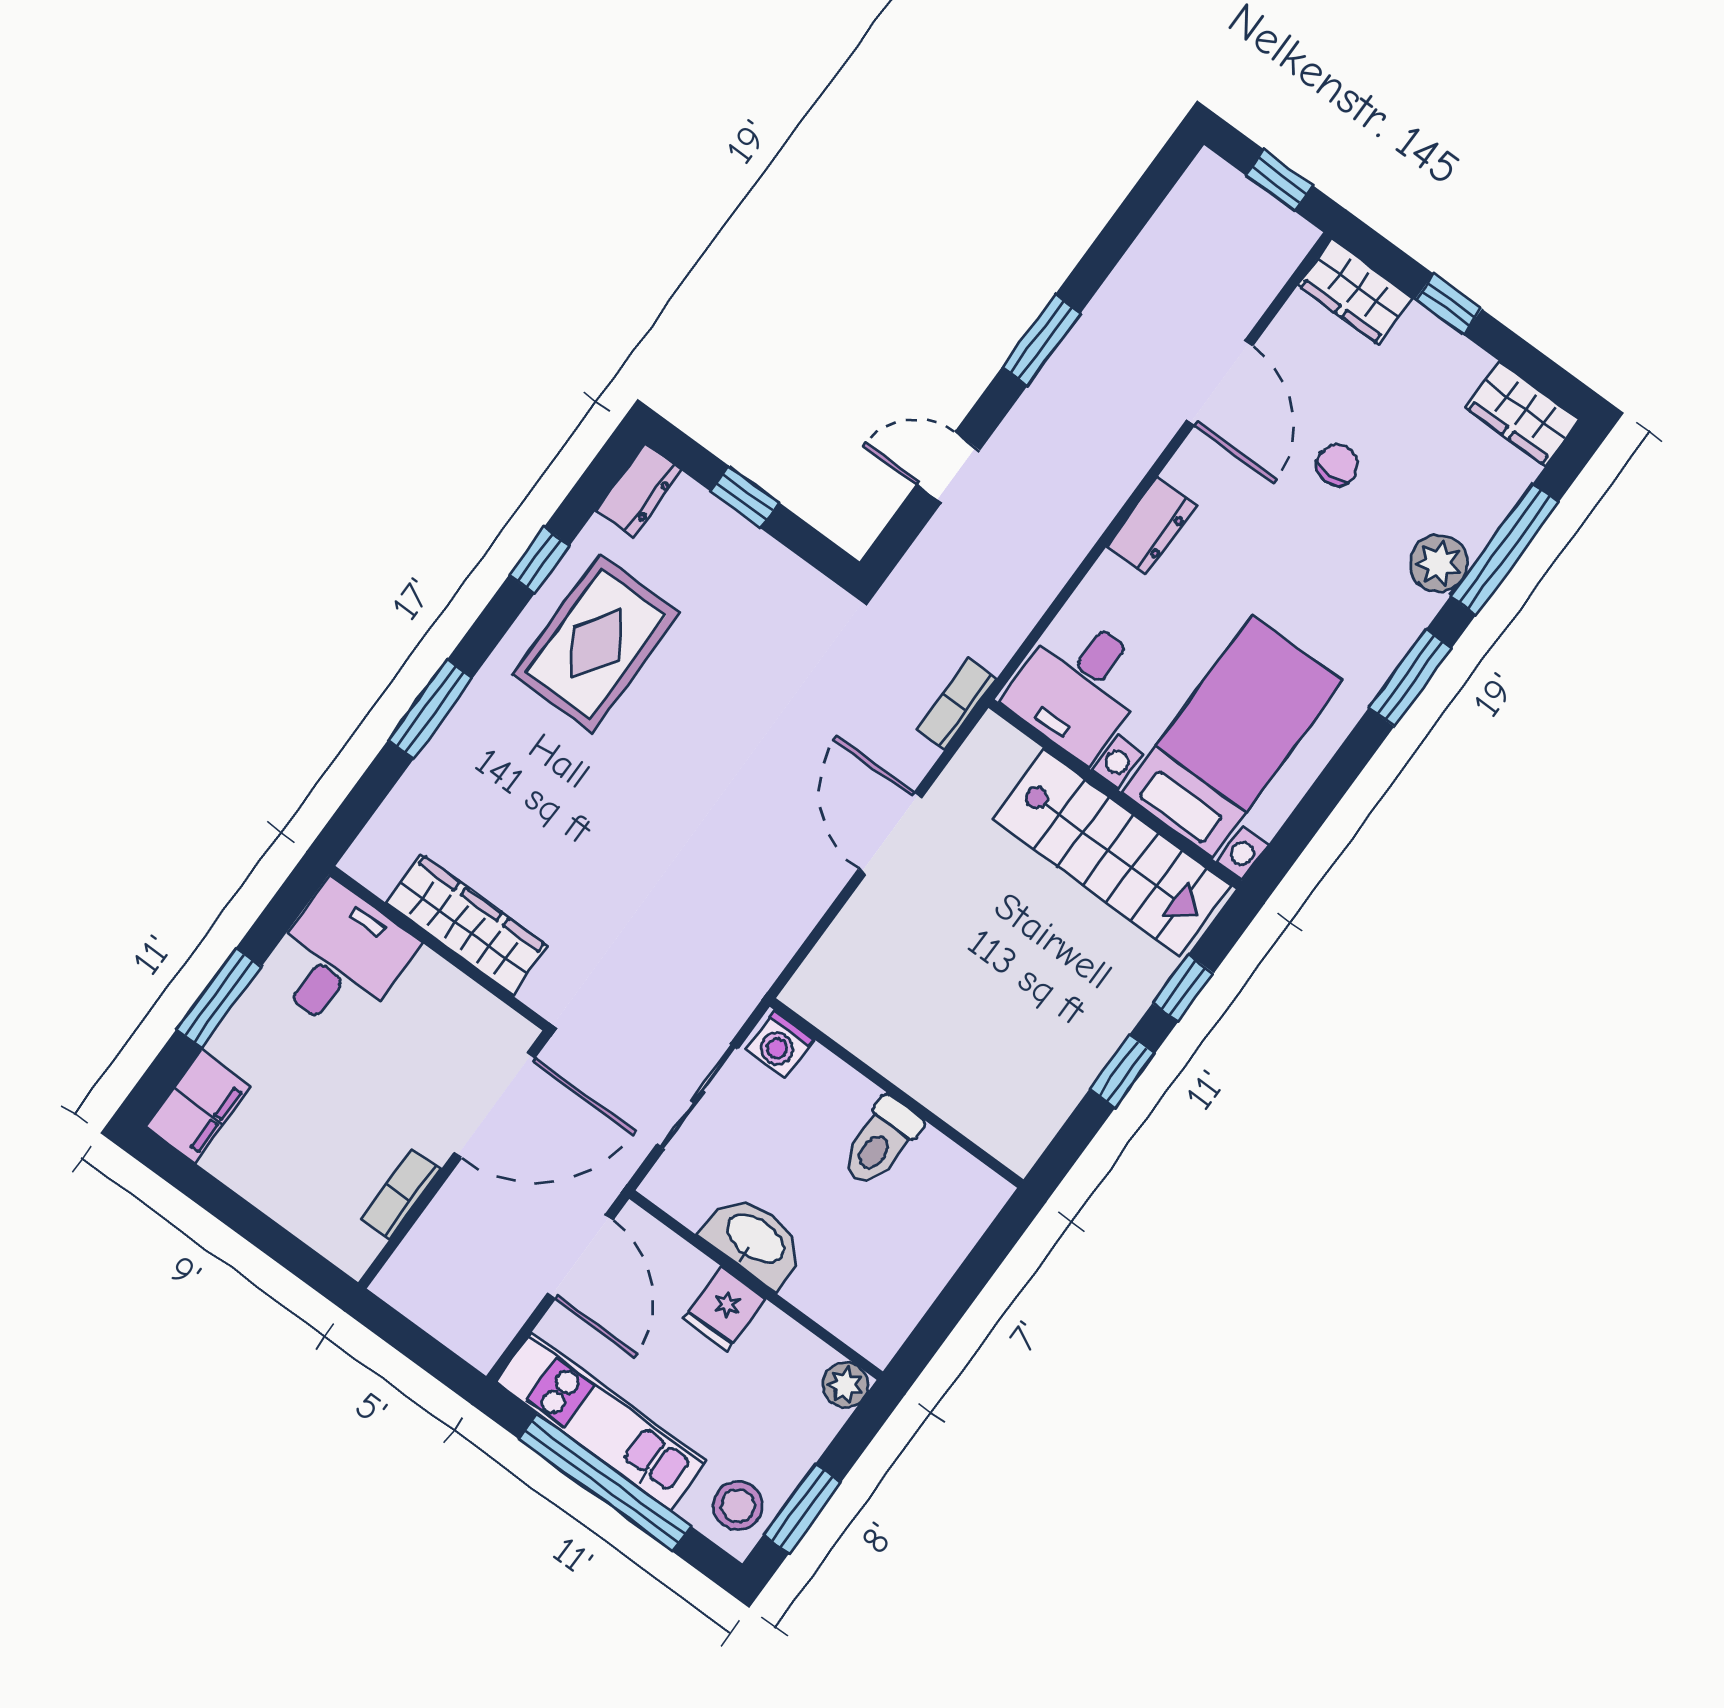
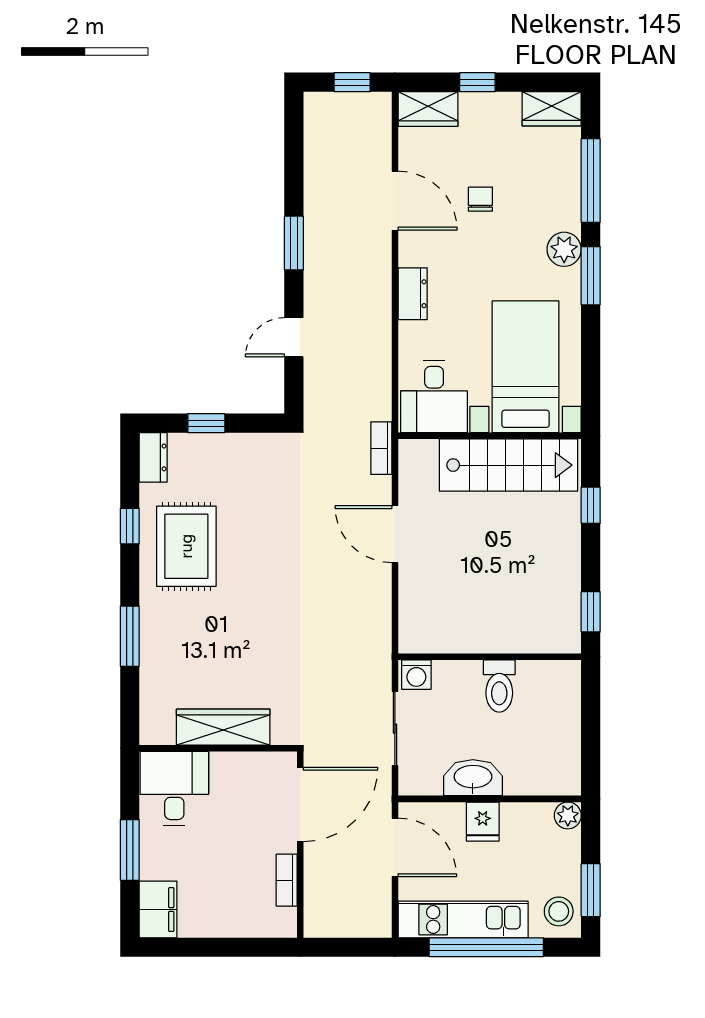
plant: (1439, 563) -> (564, 249), moved
window: (1122, 1071) -> (591, 612), moved

